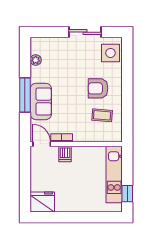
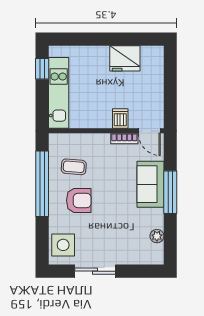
window: (127, 102) -> (42, 184), added
fridge: (42, 202) -> (125, 58), moved

